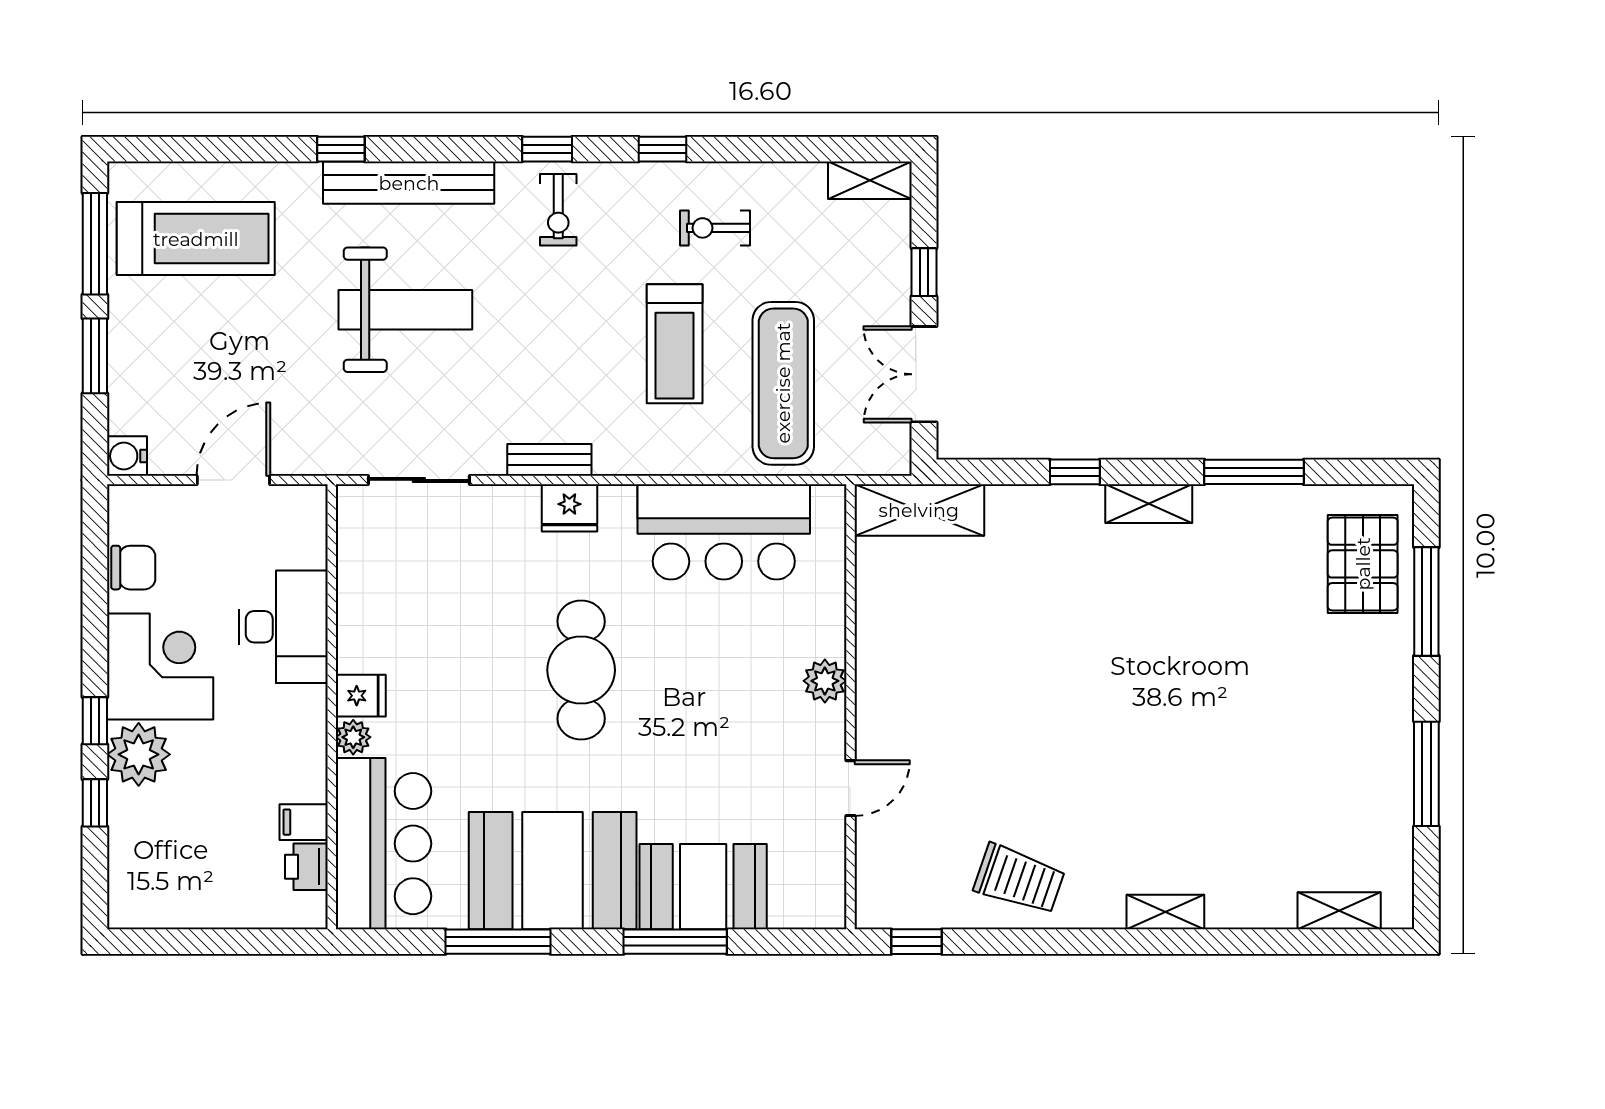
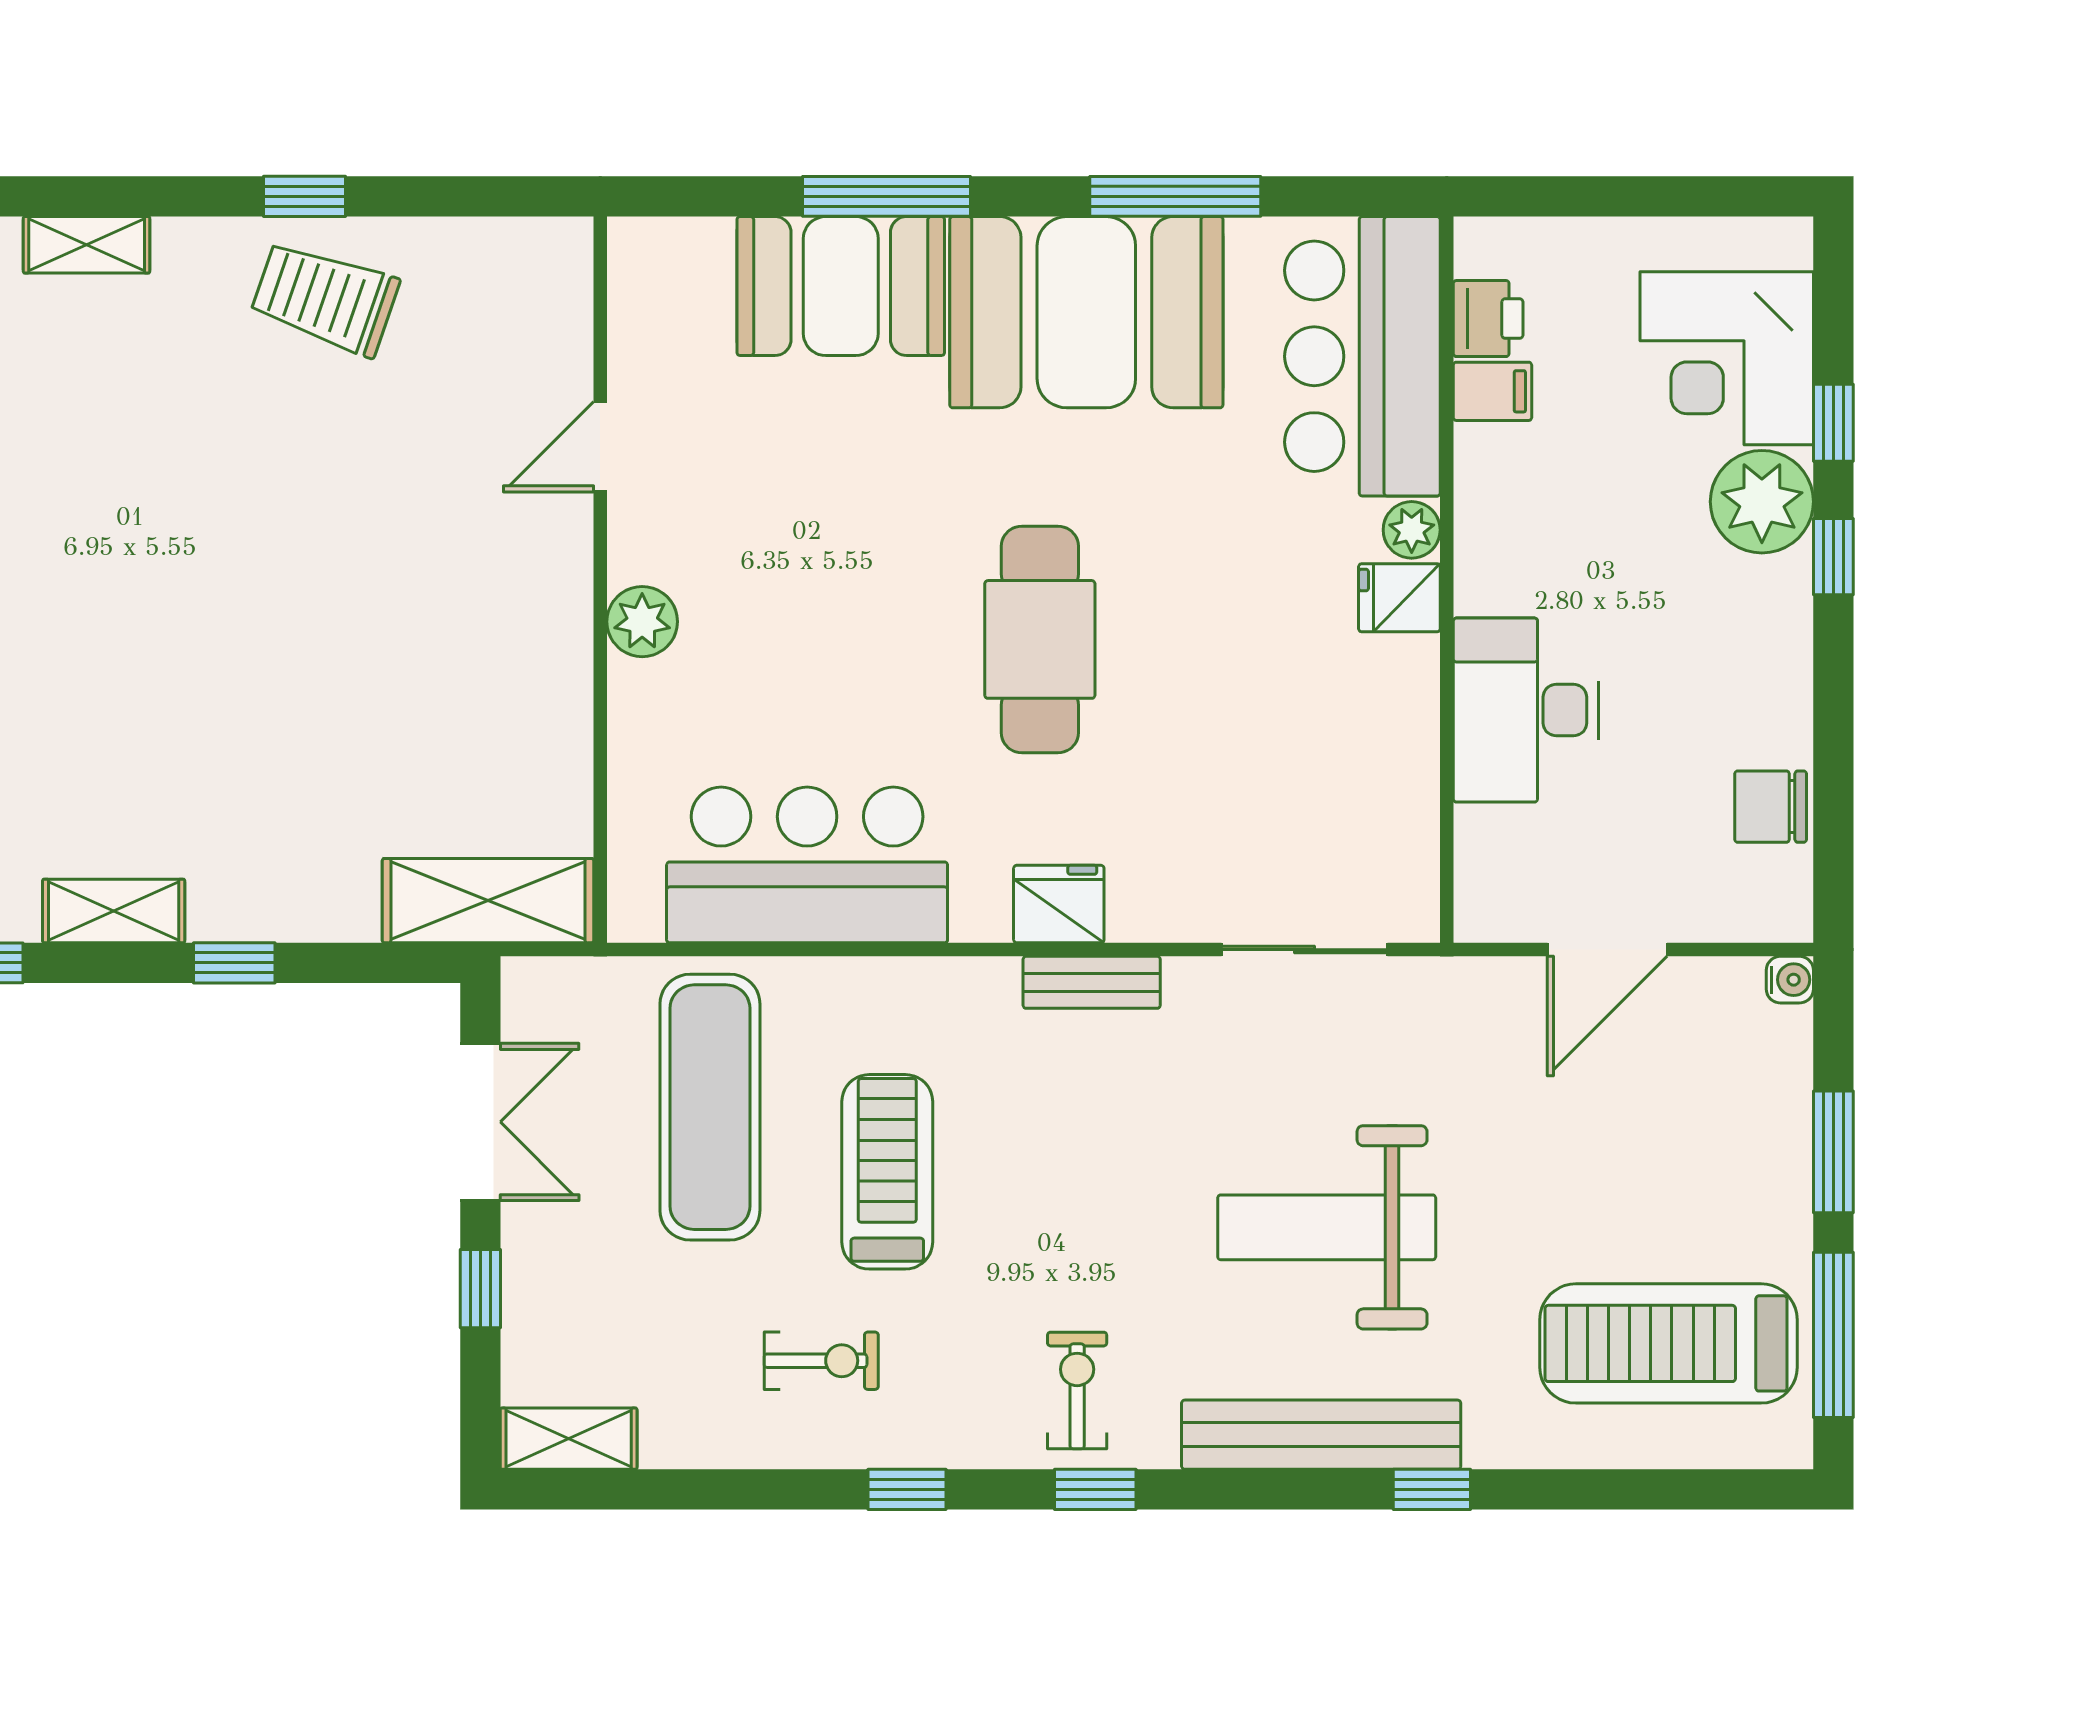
water cooler: (127, 456) -> (1790, 980), width x0.72, depth x0.72
corner desk: (160, 667) -> (1727, 358), moved
window: (917, 942) -> (305, 196), moved

